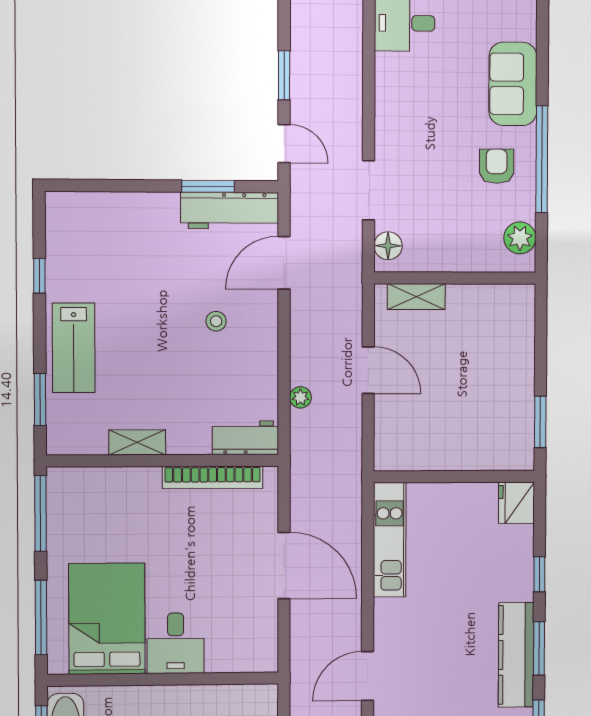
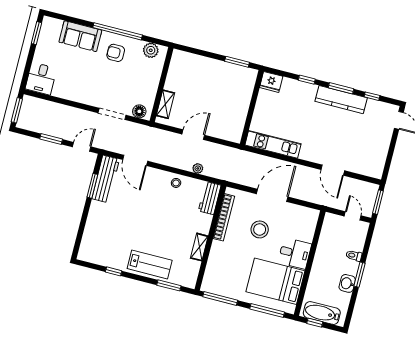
stool: (216, 321) -> (176, 183), moved
stool: (206, 558) -> (260, 229), added

